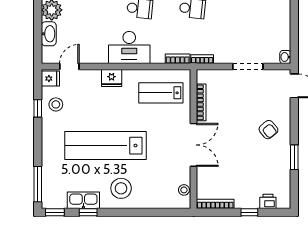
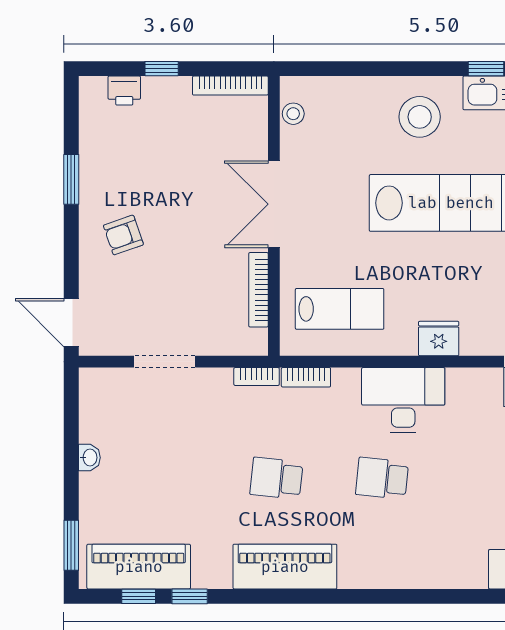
washbasin: (285, 57) -> (89, 458), moved
armchair: (268, 130) -> (123, 235), turned -69

